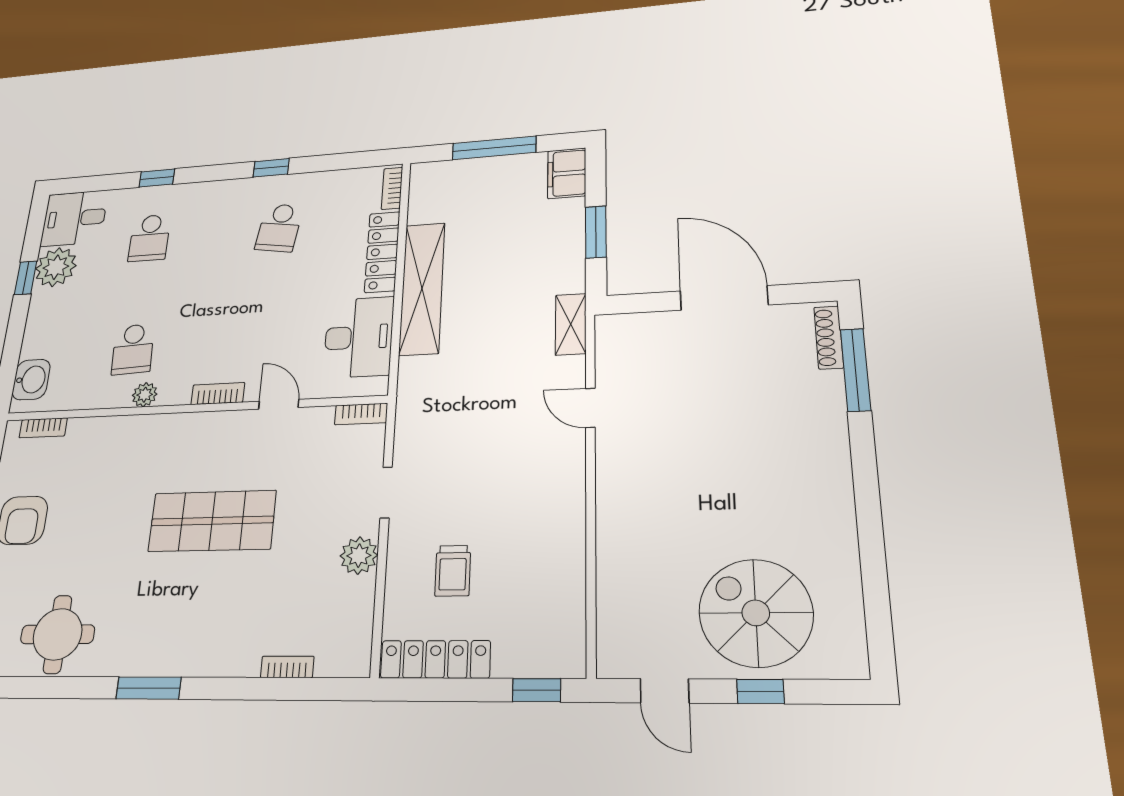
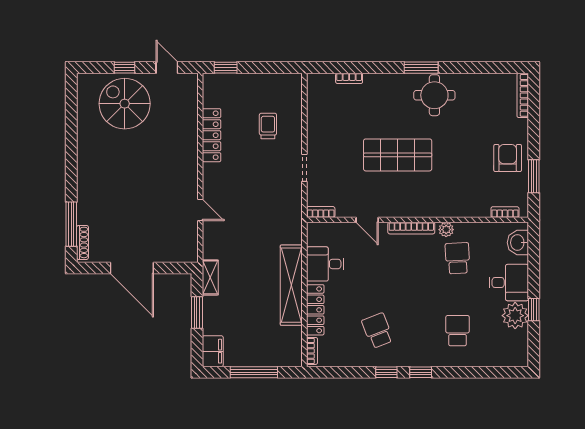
window: (157, 178) -> (421, 372), moved
desk: (74, 218) -> (509, 283), moved
school desk: (279, 228) -> (377, 331), turned -30
shelving: (571, 324) -> (210, 277), moved
desk: (359, 337) -> (325, 264), width x0.73
bookcase: (218, 394) -> (411, 228), width x1.56
plant: (359, 556) -> (316, 135), removed
spiral stairs: (756, 613) -> (125, 104), turned 180
round table: (58, 634) -> (434, 95), moved
locker: (435, 659) -> (211, 135), moved, turned -90

